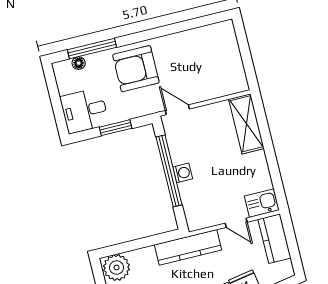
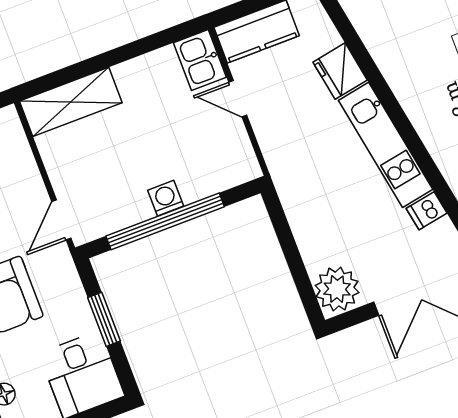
door: (236, 223) -> (238, 99), swing flipped
kitchen counter: (188, 247) -> (289, 174), removed

